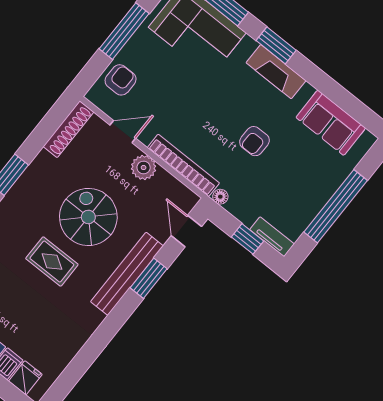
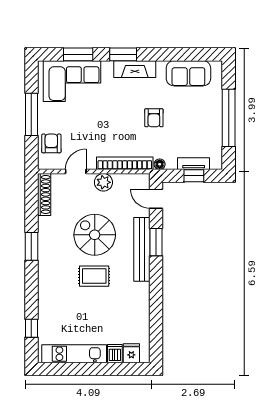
tv unit: (272, 237) -> (194, 164), moved

